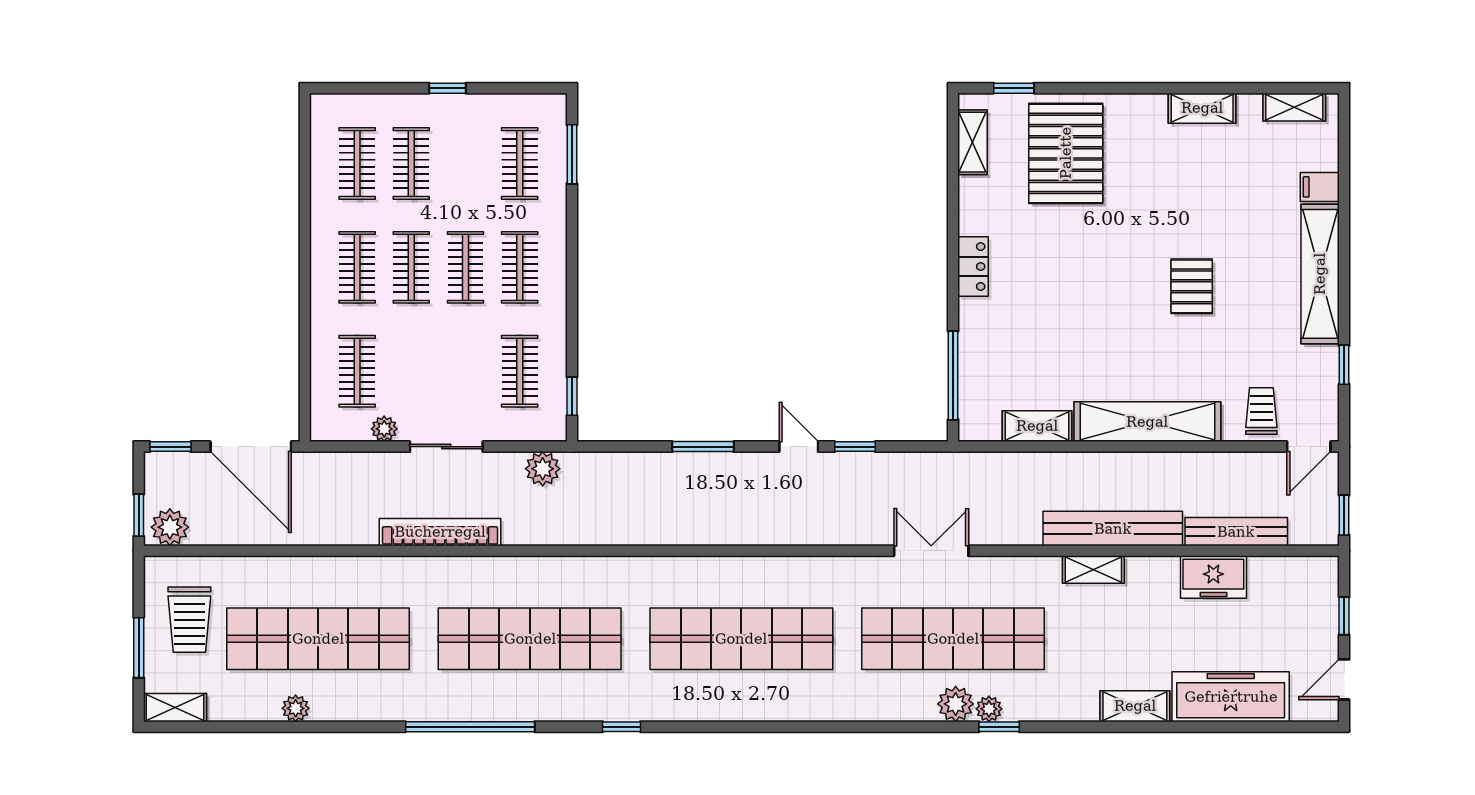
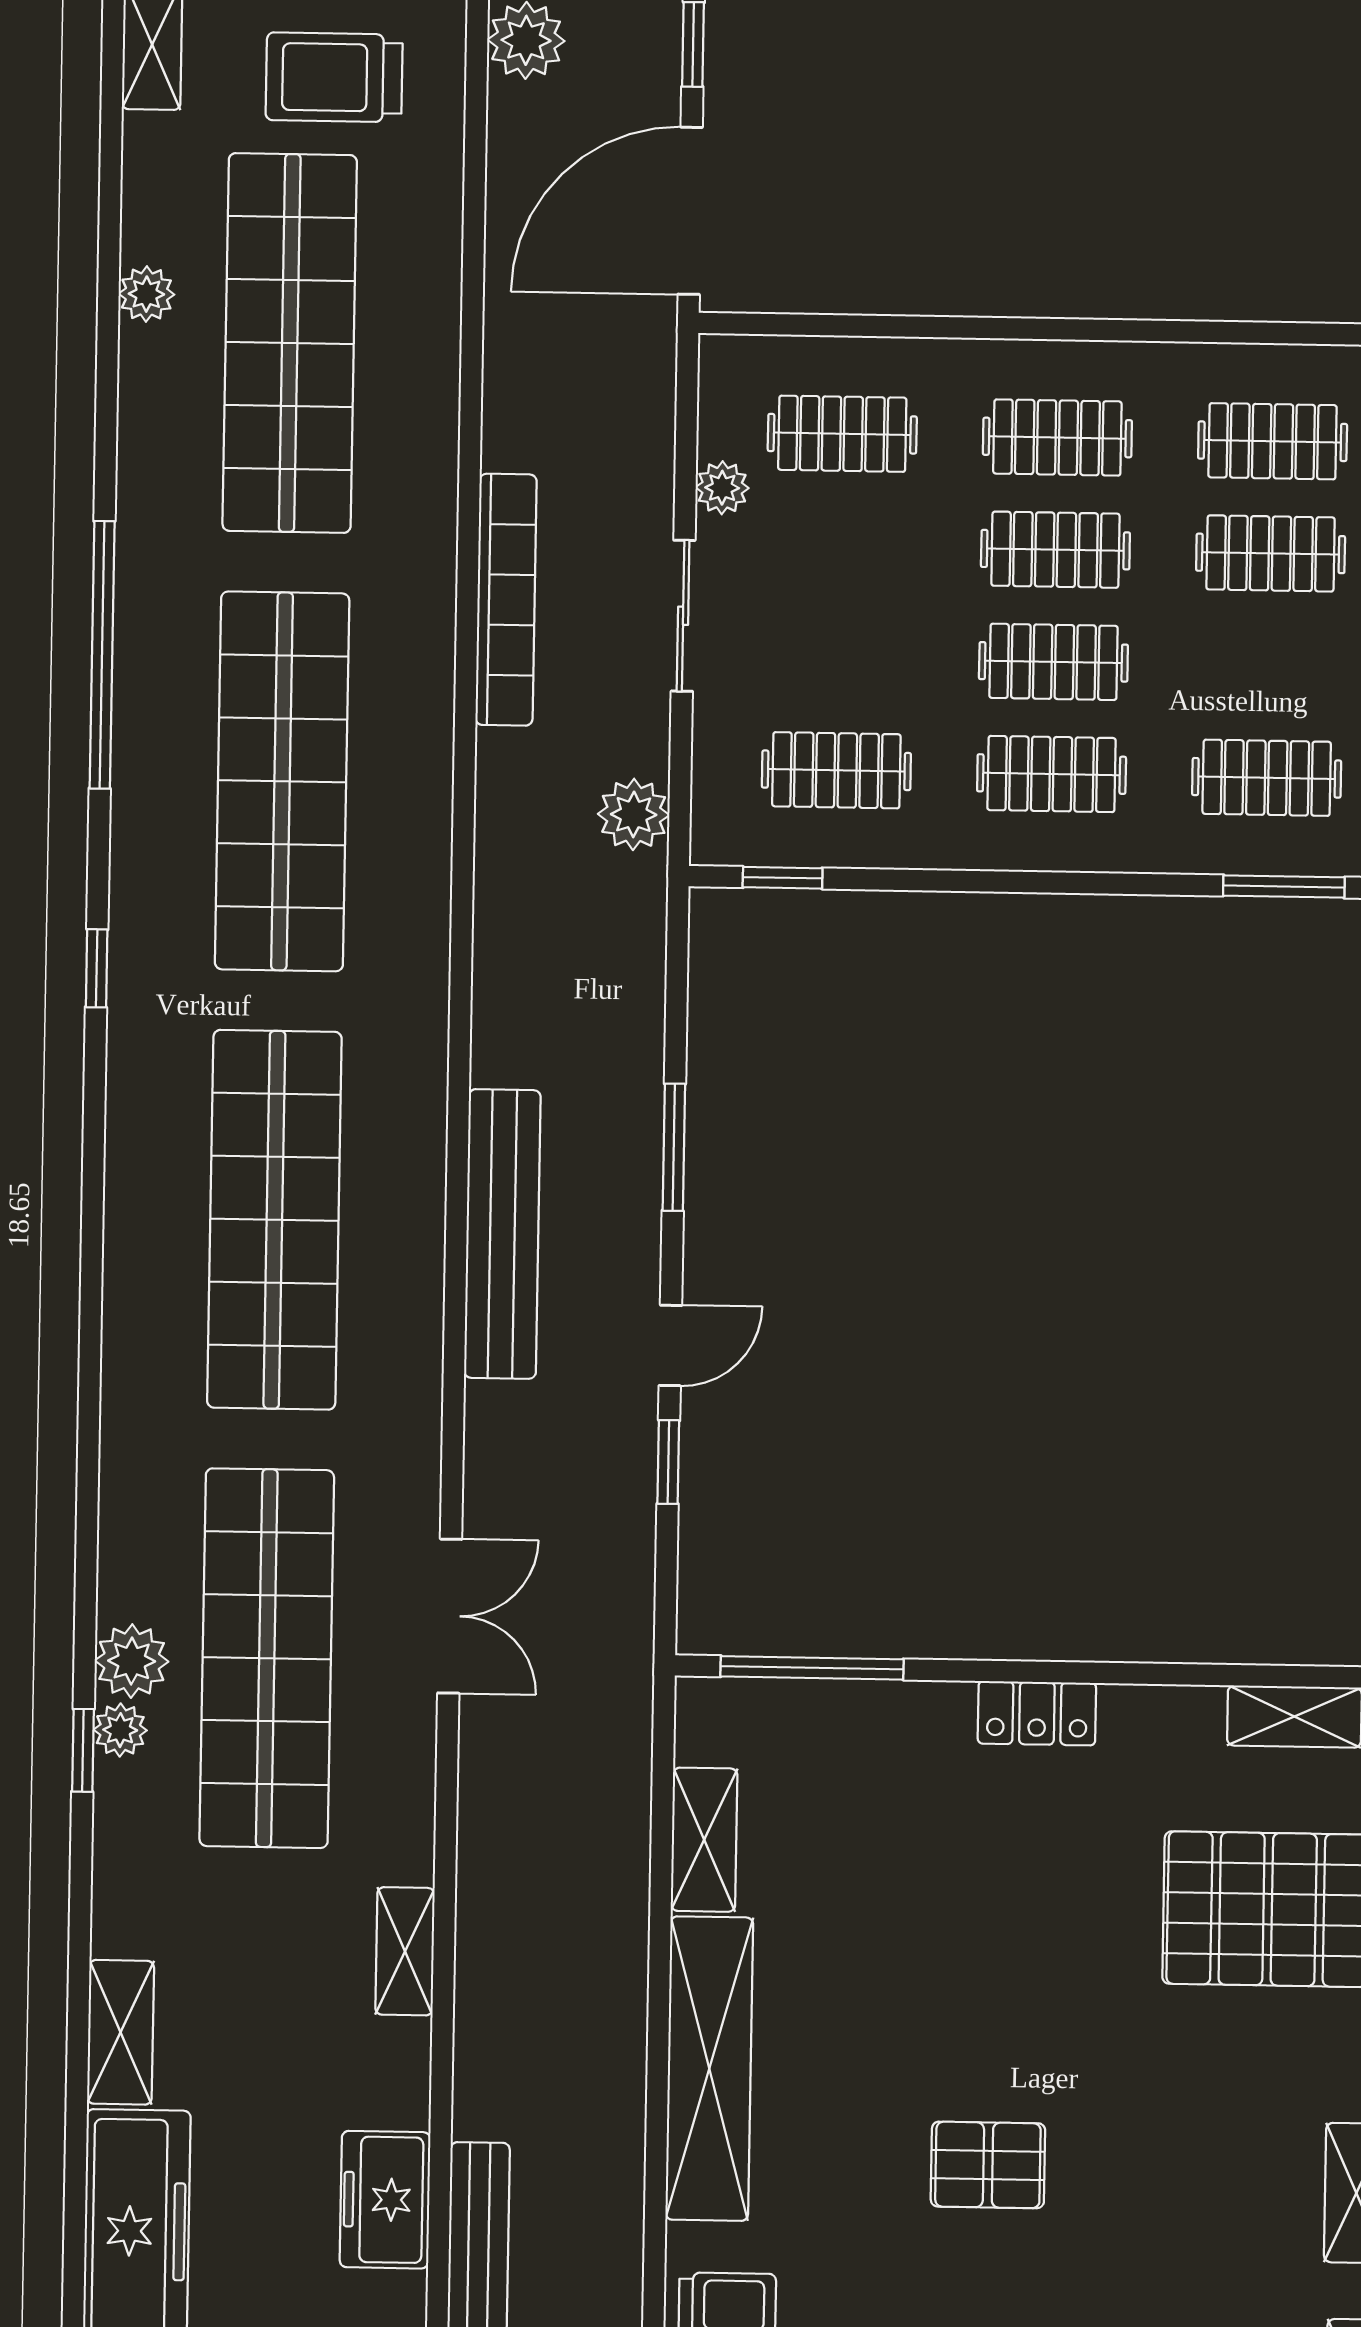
bench: (1113, 529) -> (502, 1234), moved

